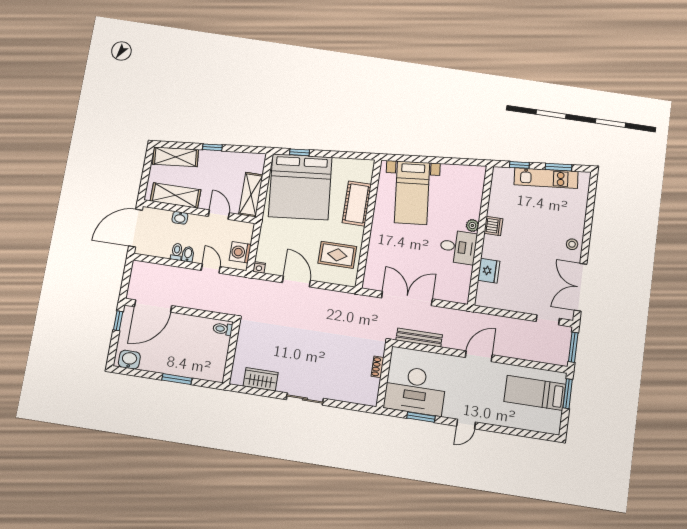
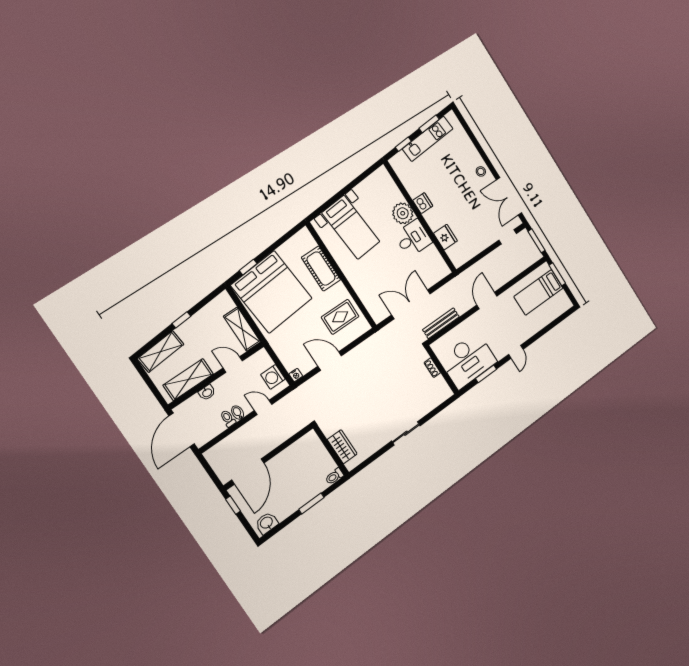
plant: (472, 225) -> (403, 213), width x1.88, depth x1.88
toilet: (223, 329) -> (334, 476), moved
wardrobe: (261, 379) -> (342, 447), moved, turned 90

